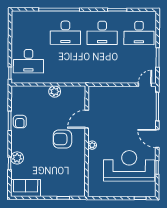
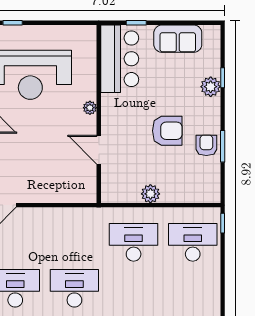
desk: (65, 33) -> (134, 242), moved
door: (87, 119) -> (99, 150), swing flipped
armchair: (62, 139) -> (167, 131), moved
bar counter: (74, 176) -> (120, 59), added
sofa: (26, 188) -> (178, 39), moved

